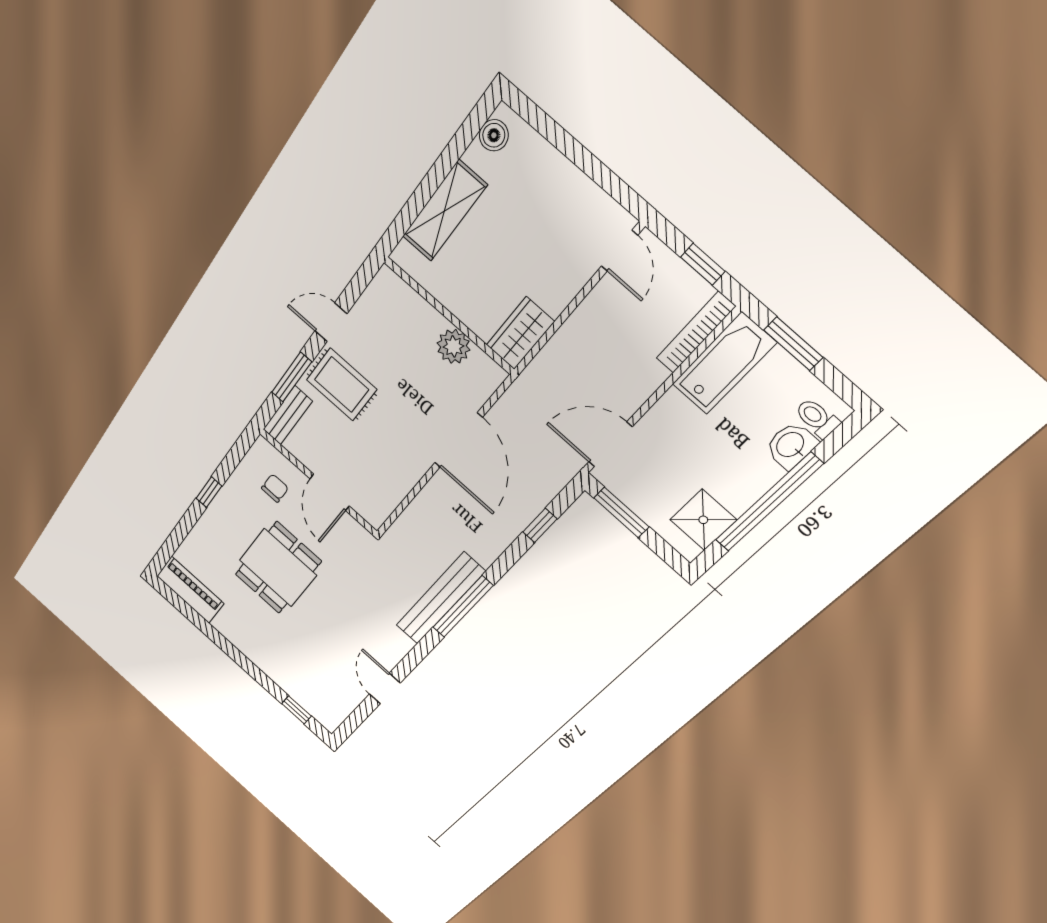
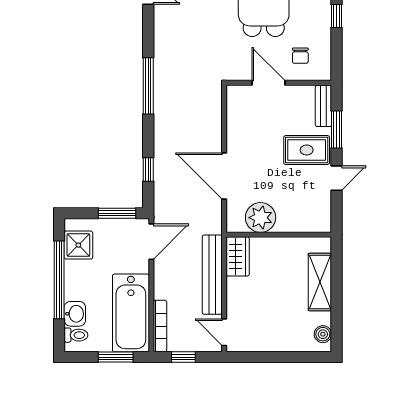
plant: (454, 346) -> (261, 218), width x1.36, depth x1.36
bathtub: (724, 364) -> (131, 313), width x1.36, depth x1.36
bench: (440, 599) -> (212, 275), moved

